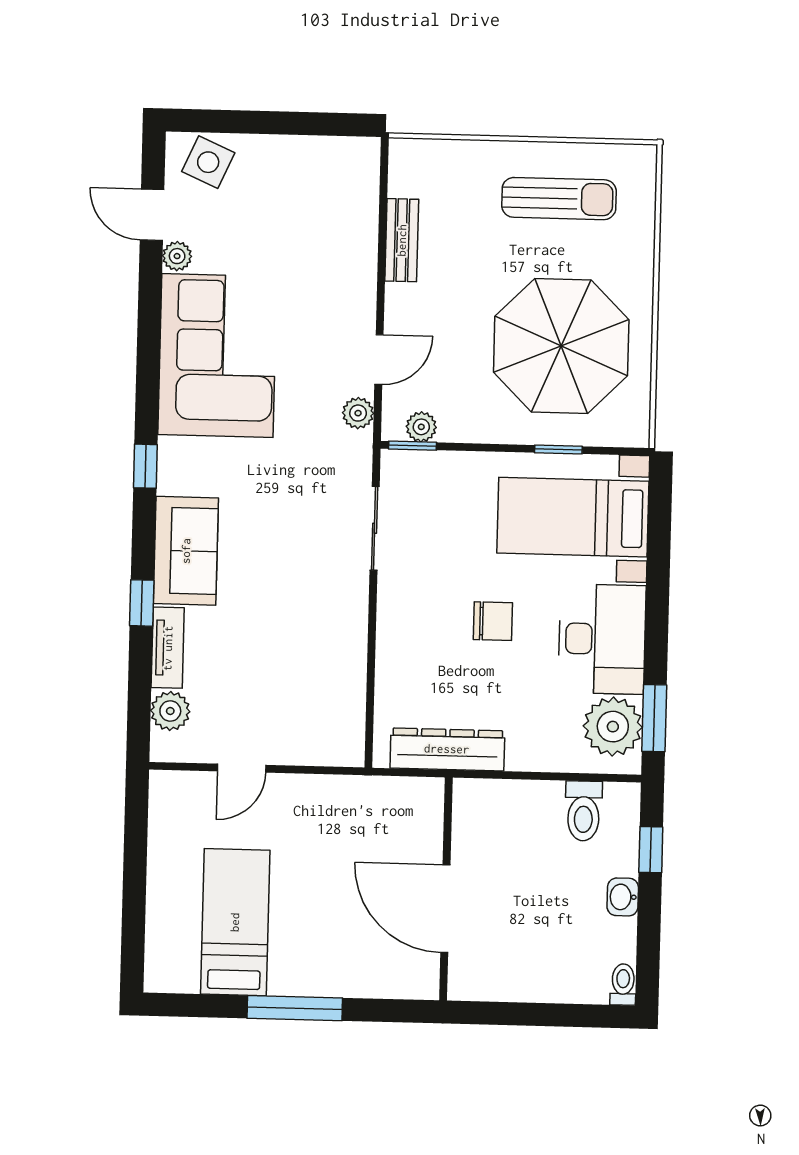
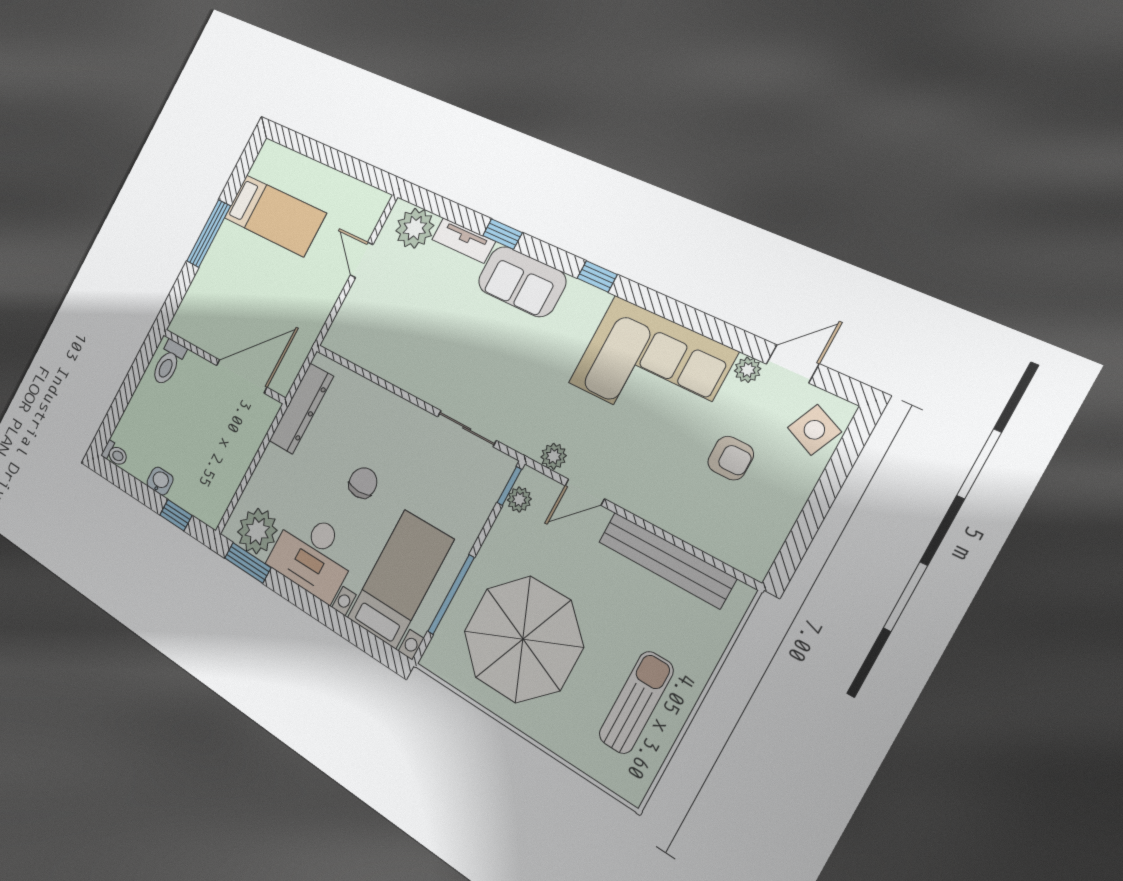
sun lounger: (559, 199) -> (636, 702), turned 180
armchair: (273, 228) -> (731, 458), added
bench: (402, 240) -> (666, 560), width x1.86, depth x1.21
door: (379, 360) -> (585, 492), hinge flipped
window: (558, 449) -> (451, 594), width x2.17
chair: (493, 621) -> (363, 483), turned 180
plant: (170, 711) -> (415, 228), width x1.36, depth x1.36
toilet: (584, 811) -> (168, 363), moved, turned -90
door: (445, 909) -> (242, 376), moved

